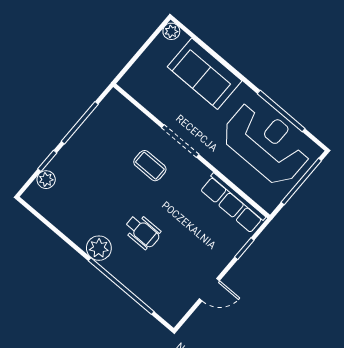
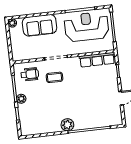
plant: (46, 180) -> (21, 99), moved
wheelchair: (142, 232) -> (30, 74), moved

